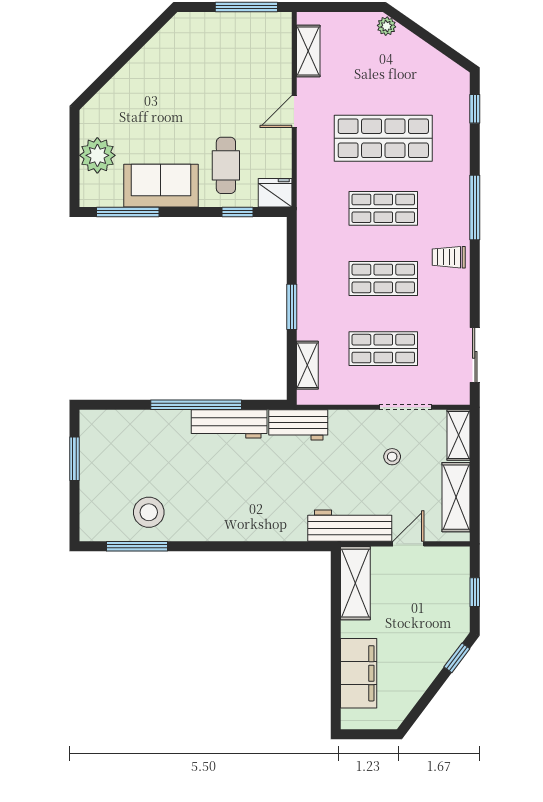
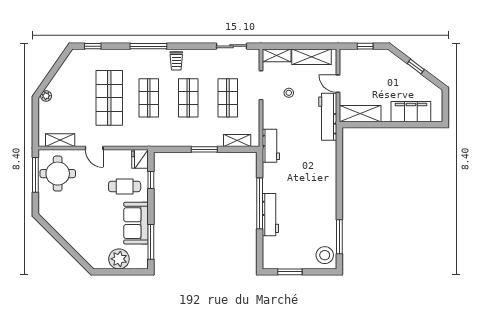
round table: (249, 47) -> (58, 174), added
workbench: (229, 424) -> (270, 215), moved
stool: (149, 512) -> (325, 255), moved
window: (457, 658) -> (416, 67), moved

